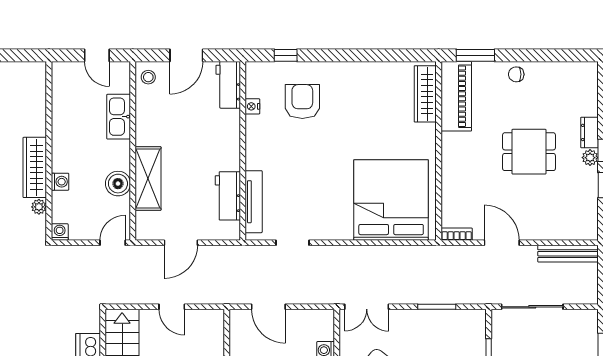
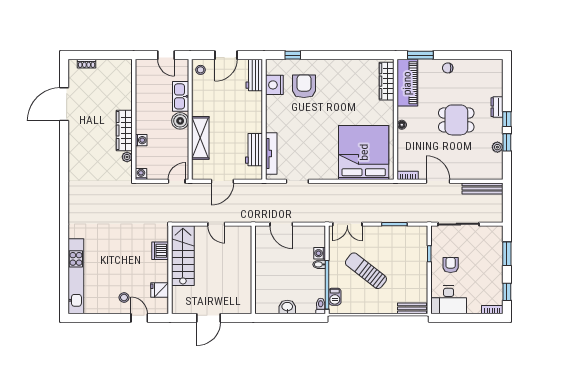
nightstand: (252, 106) -> (274, 85), width x1.89, depth x1.79
plant: (590, 158) -> (497, 147), moved
floor lamp: (448, 159) -> (402, 125), added
boiler: (118, 184) -> (180, 121), moved

